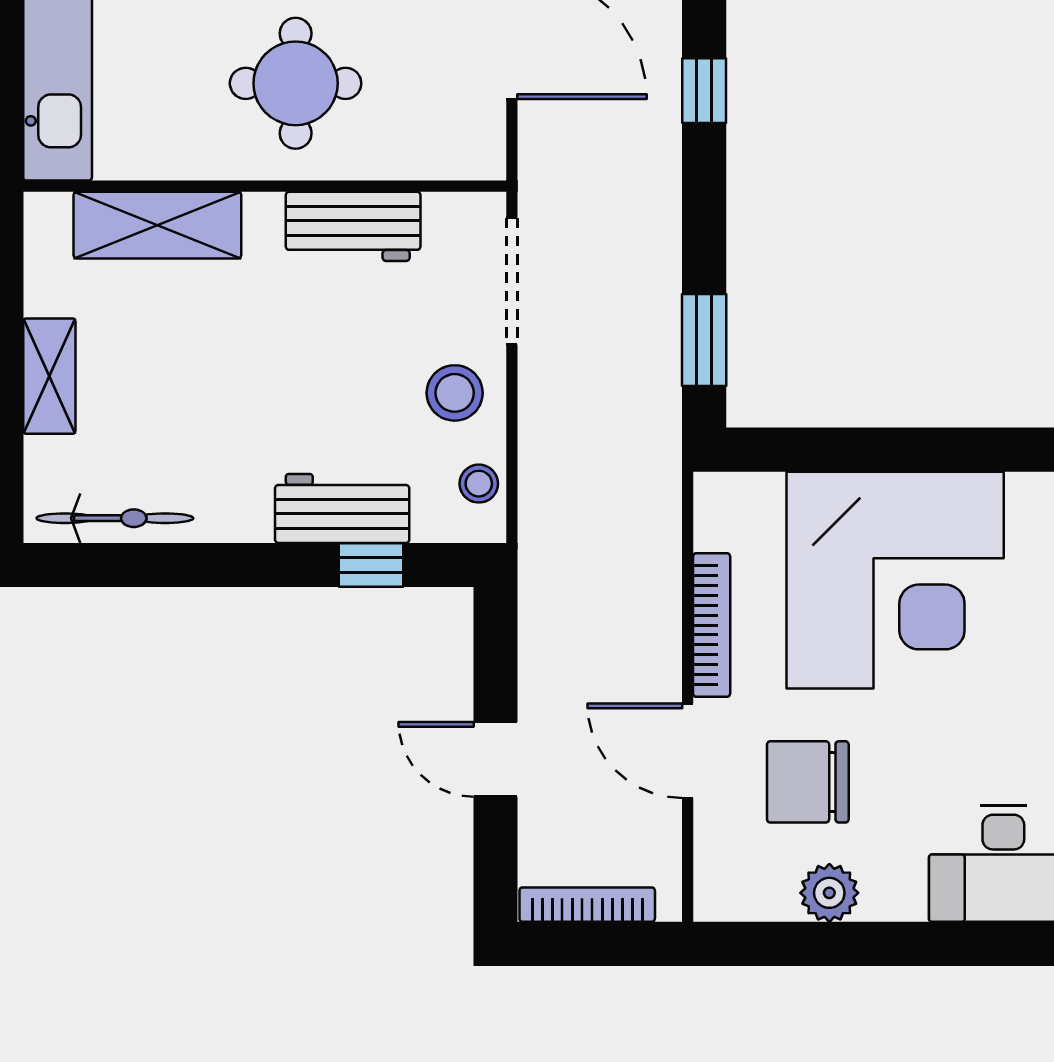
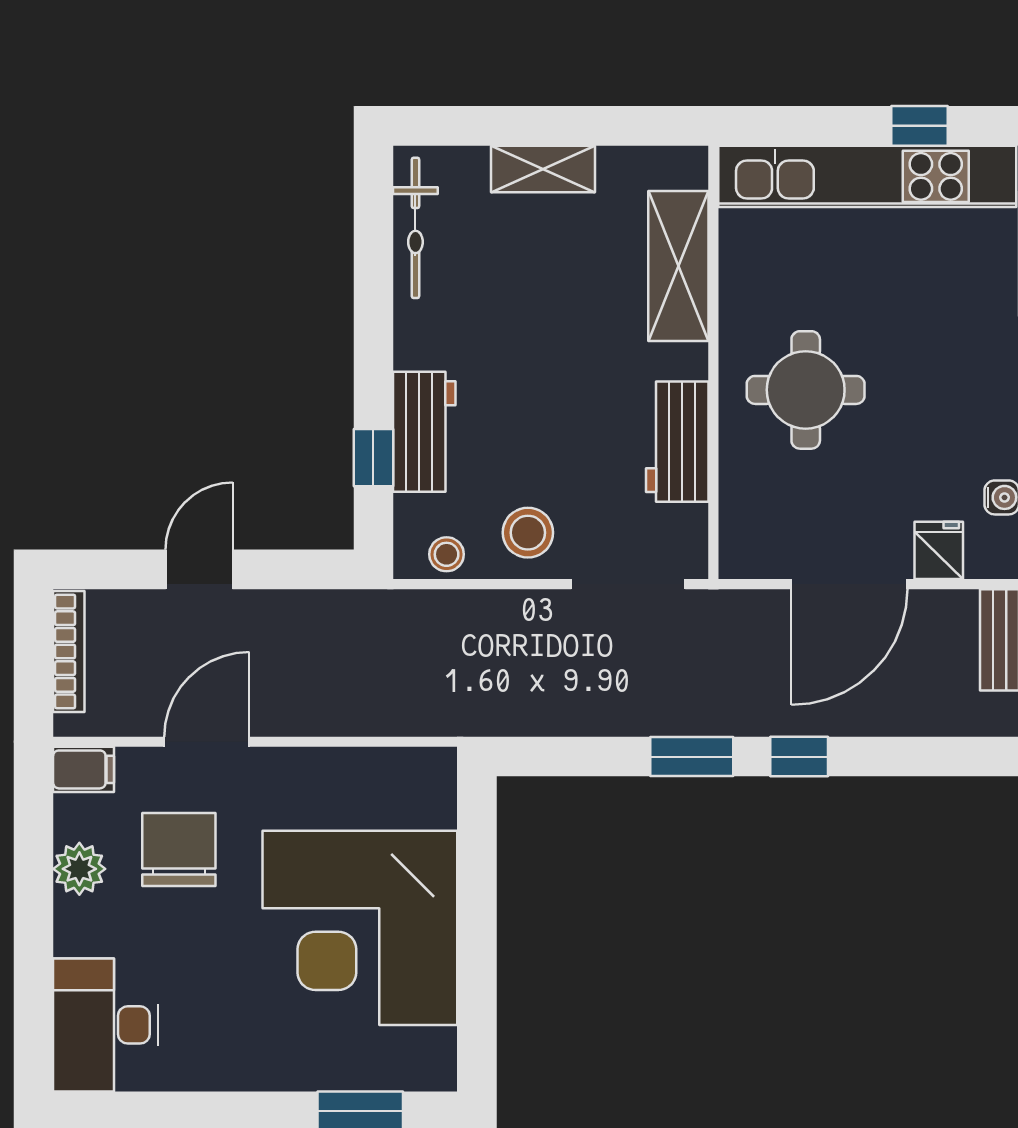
window: (704, 340) -> (692, 757), moved
bookcase: (712, 625) -> (320, 763), removed
filing cabinet: (719, 888) -> (84, 769), added

